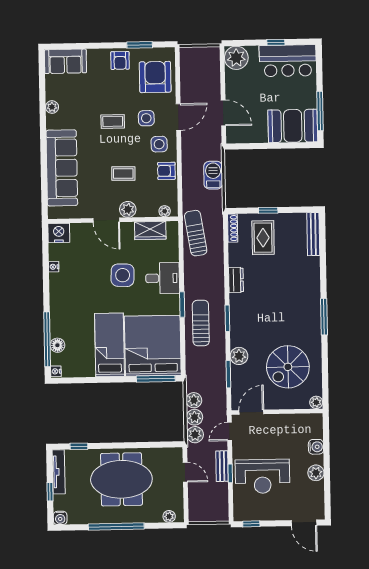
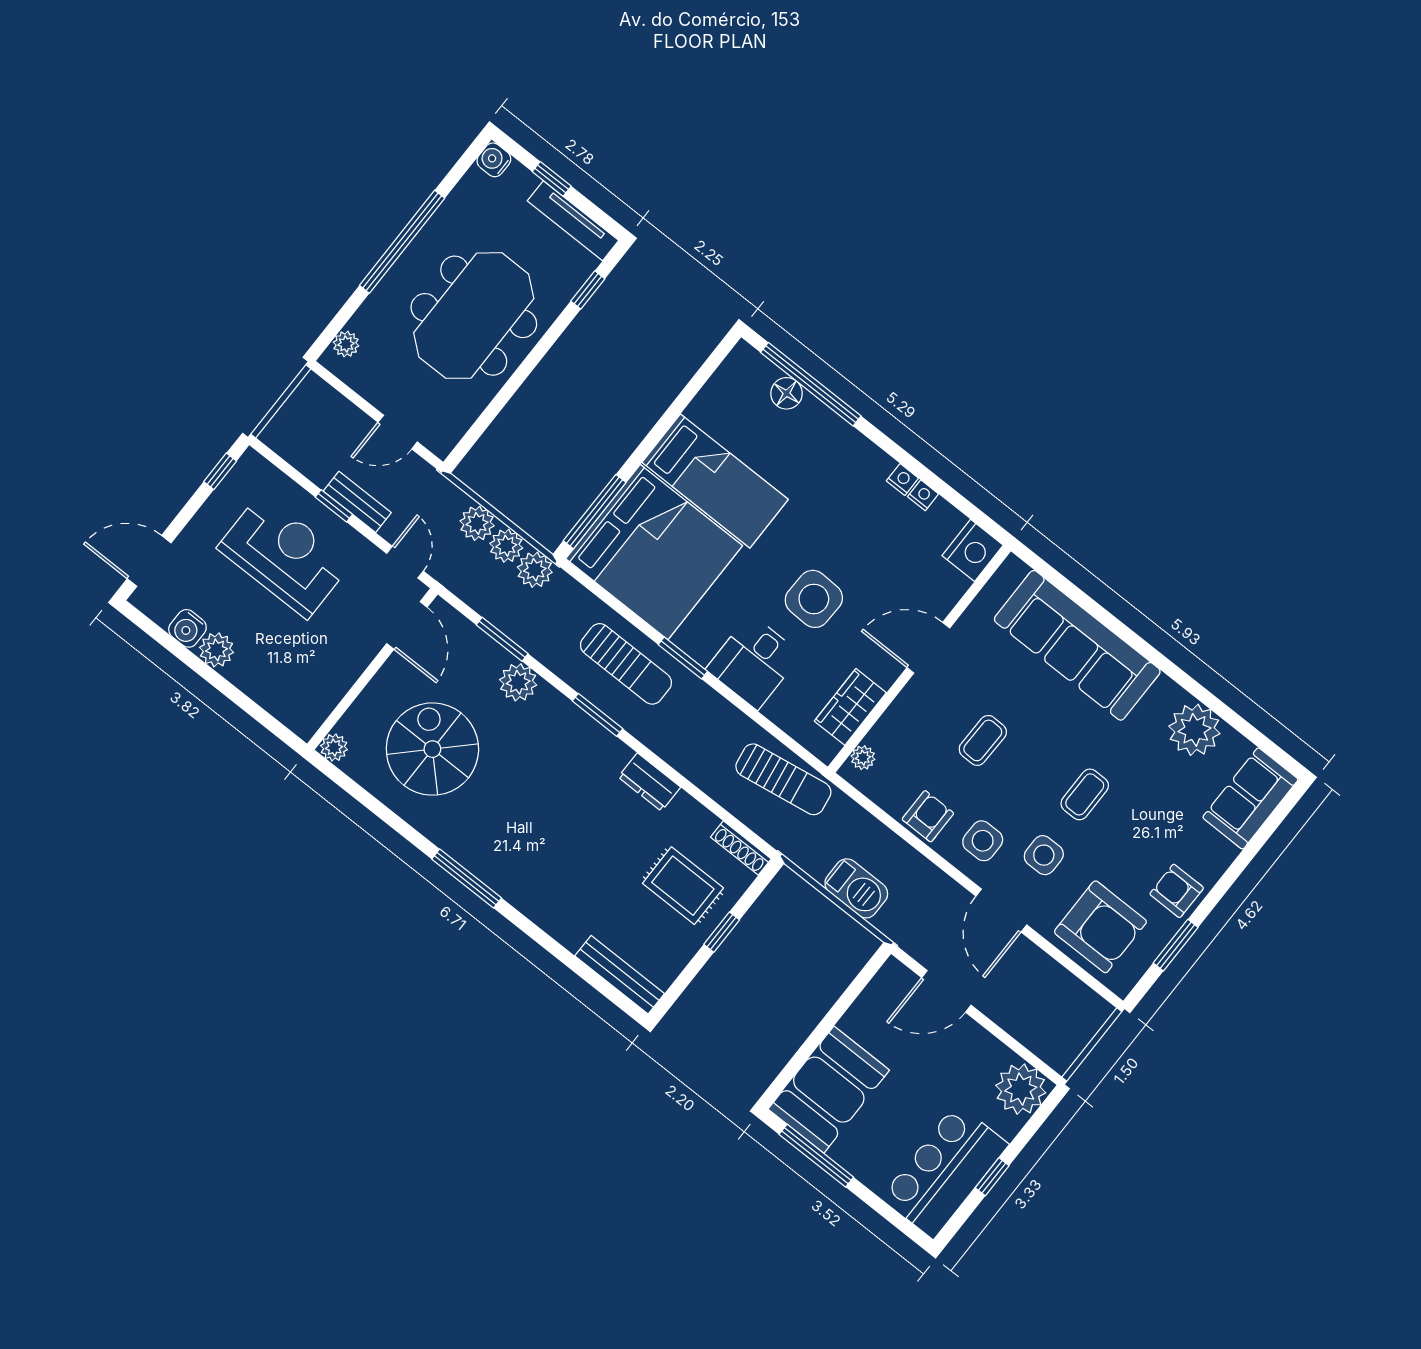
plant: (52, 107) -> (1194, 730), width x1.88, depth x1.88
plant: (128, 209) -> (917, 698), removed
nightstand: (56, 371) -> (902, 479), moved
plant: (195, 435) -> (535, 570), moved
water cooler: (316, 447) -> (187, 628), moved
reception desk: (262, 476) -> (284, 556), turned 90

